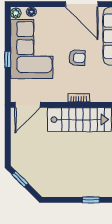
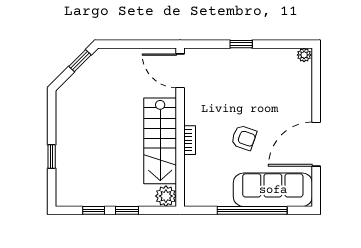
floor lamp: (31, 12) -> (306, 76), removed
corner sofa: (32, 49) -> (256, 76), removed
armchair: (77, 58) -> (244, 138), turned -74

